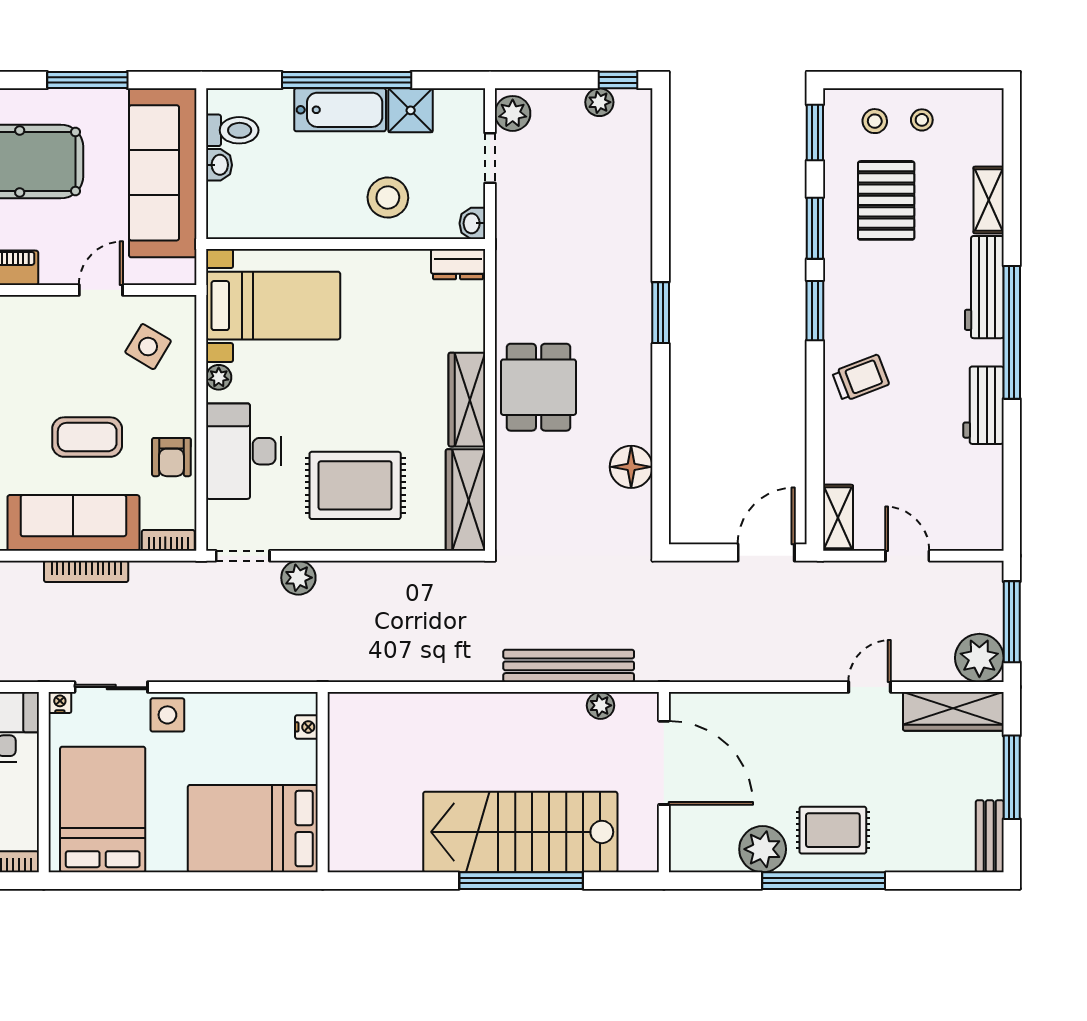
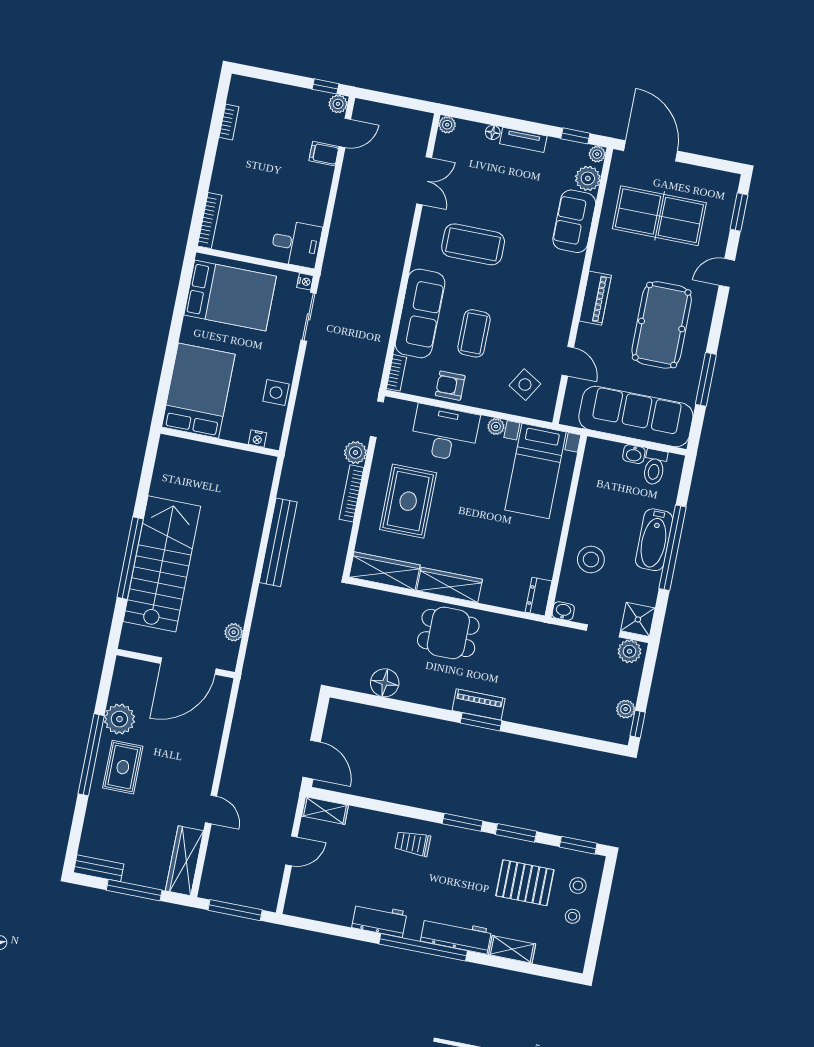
shower: (411, 110) -> (638, 619), moved
piano: (636, 321) -> (479, 704), added
trolley: (861, 378) -> (413, 843), turned 111
bookcase: (86, 571) -> (352, 493), moved
plant: (979, 658) -> (216, 884), removed
bench: (569, 666) -> (278, 542), moved
side table: (167, 715) -> (276, 393), moved

